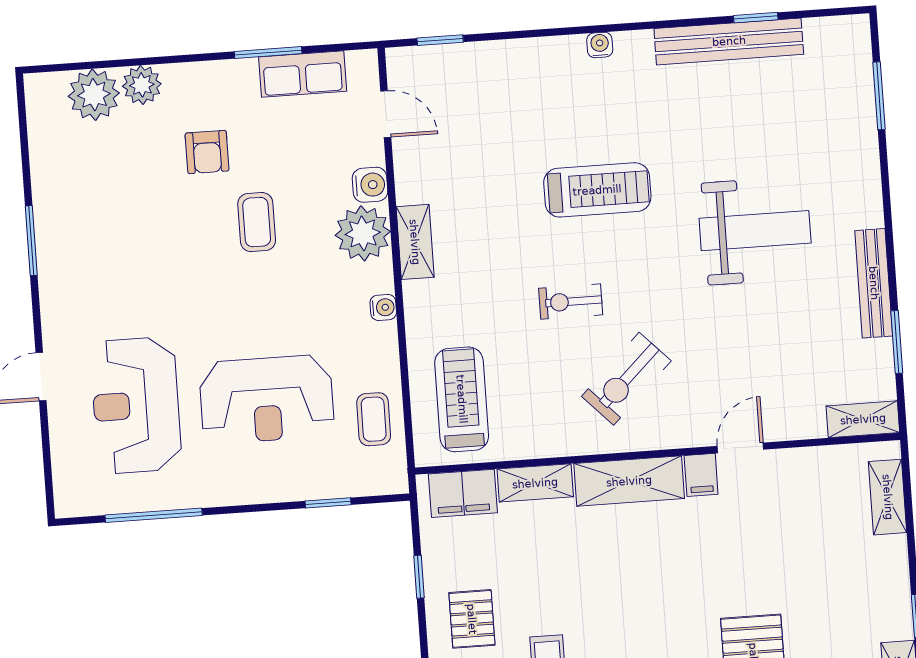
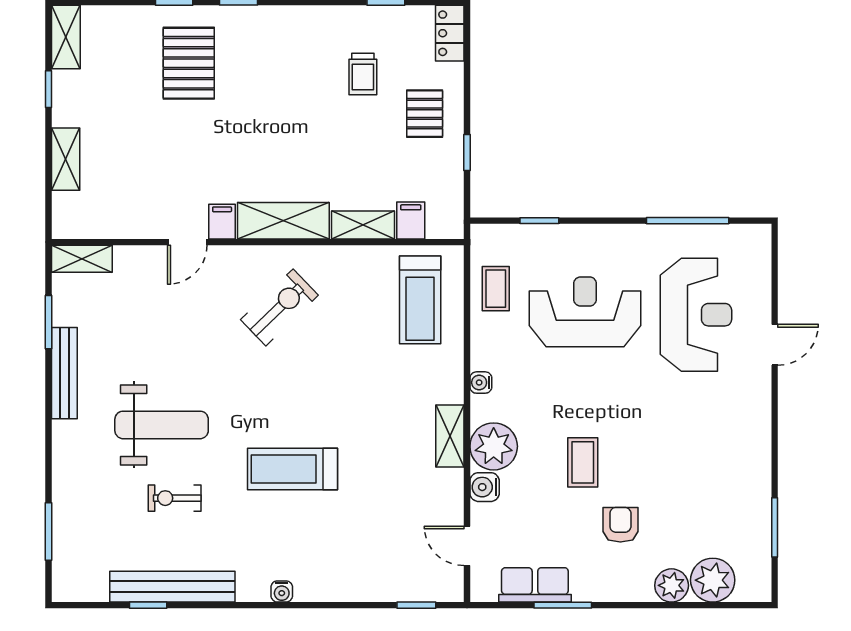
weight bench: (755, 231) -> (162, 425), turned 180
window: (31, 241) -> (775, 527), moved
exercise bike: (571, 302) -> (175, 498), moved, turned 180
filing cabinet: (463, 493) -> (411, 220), width x0.50
shelving: (888, 497) -> (66, 159), moved

